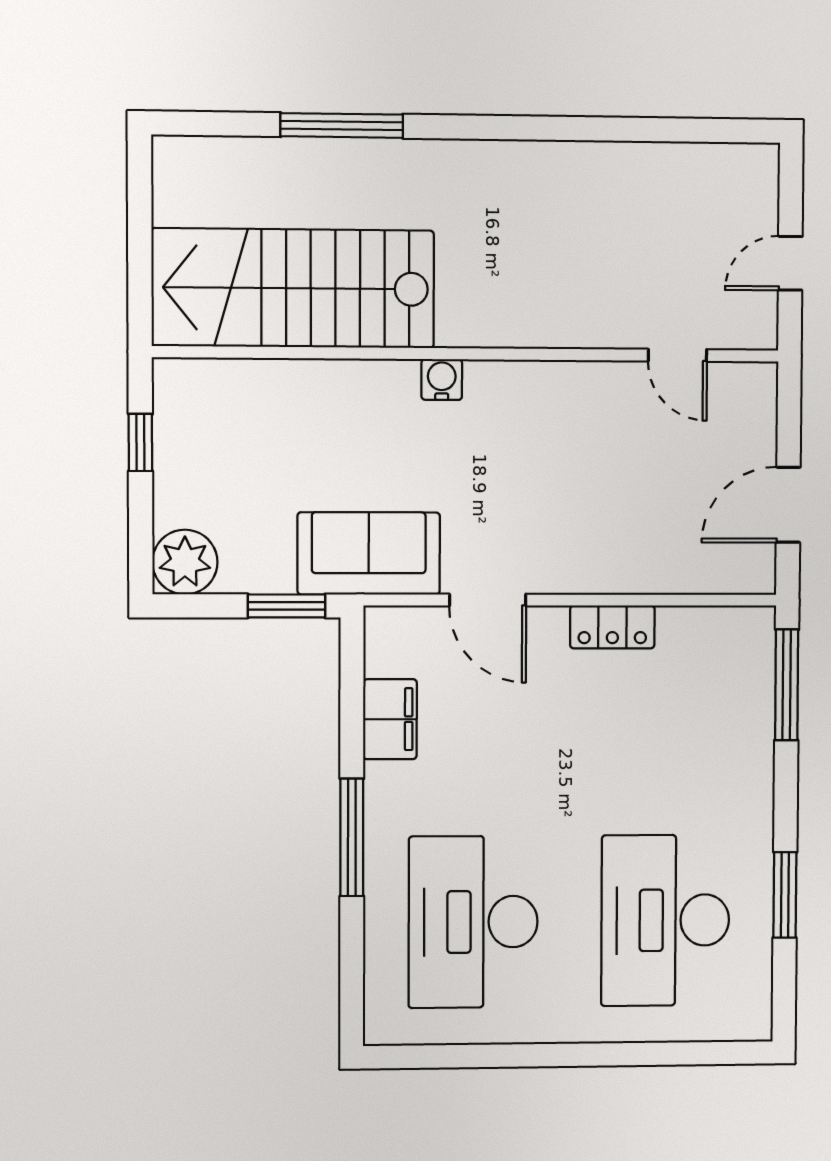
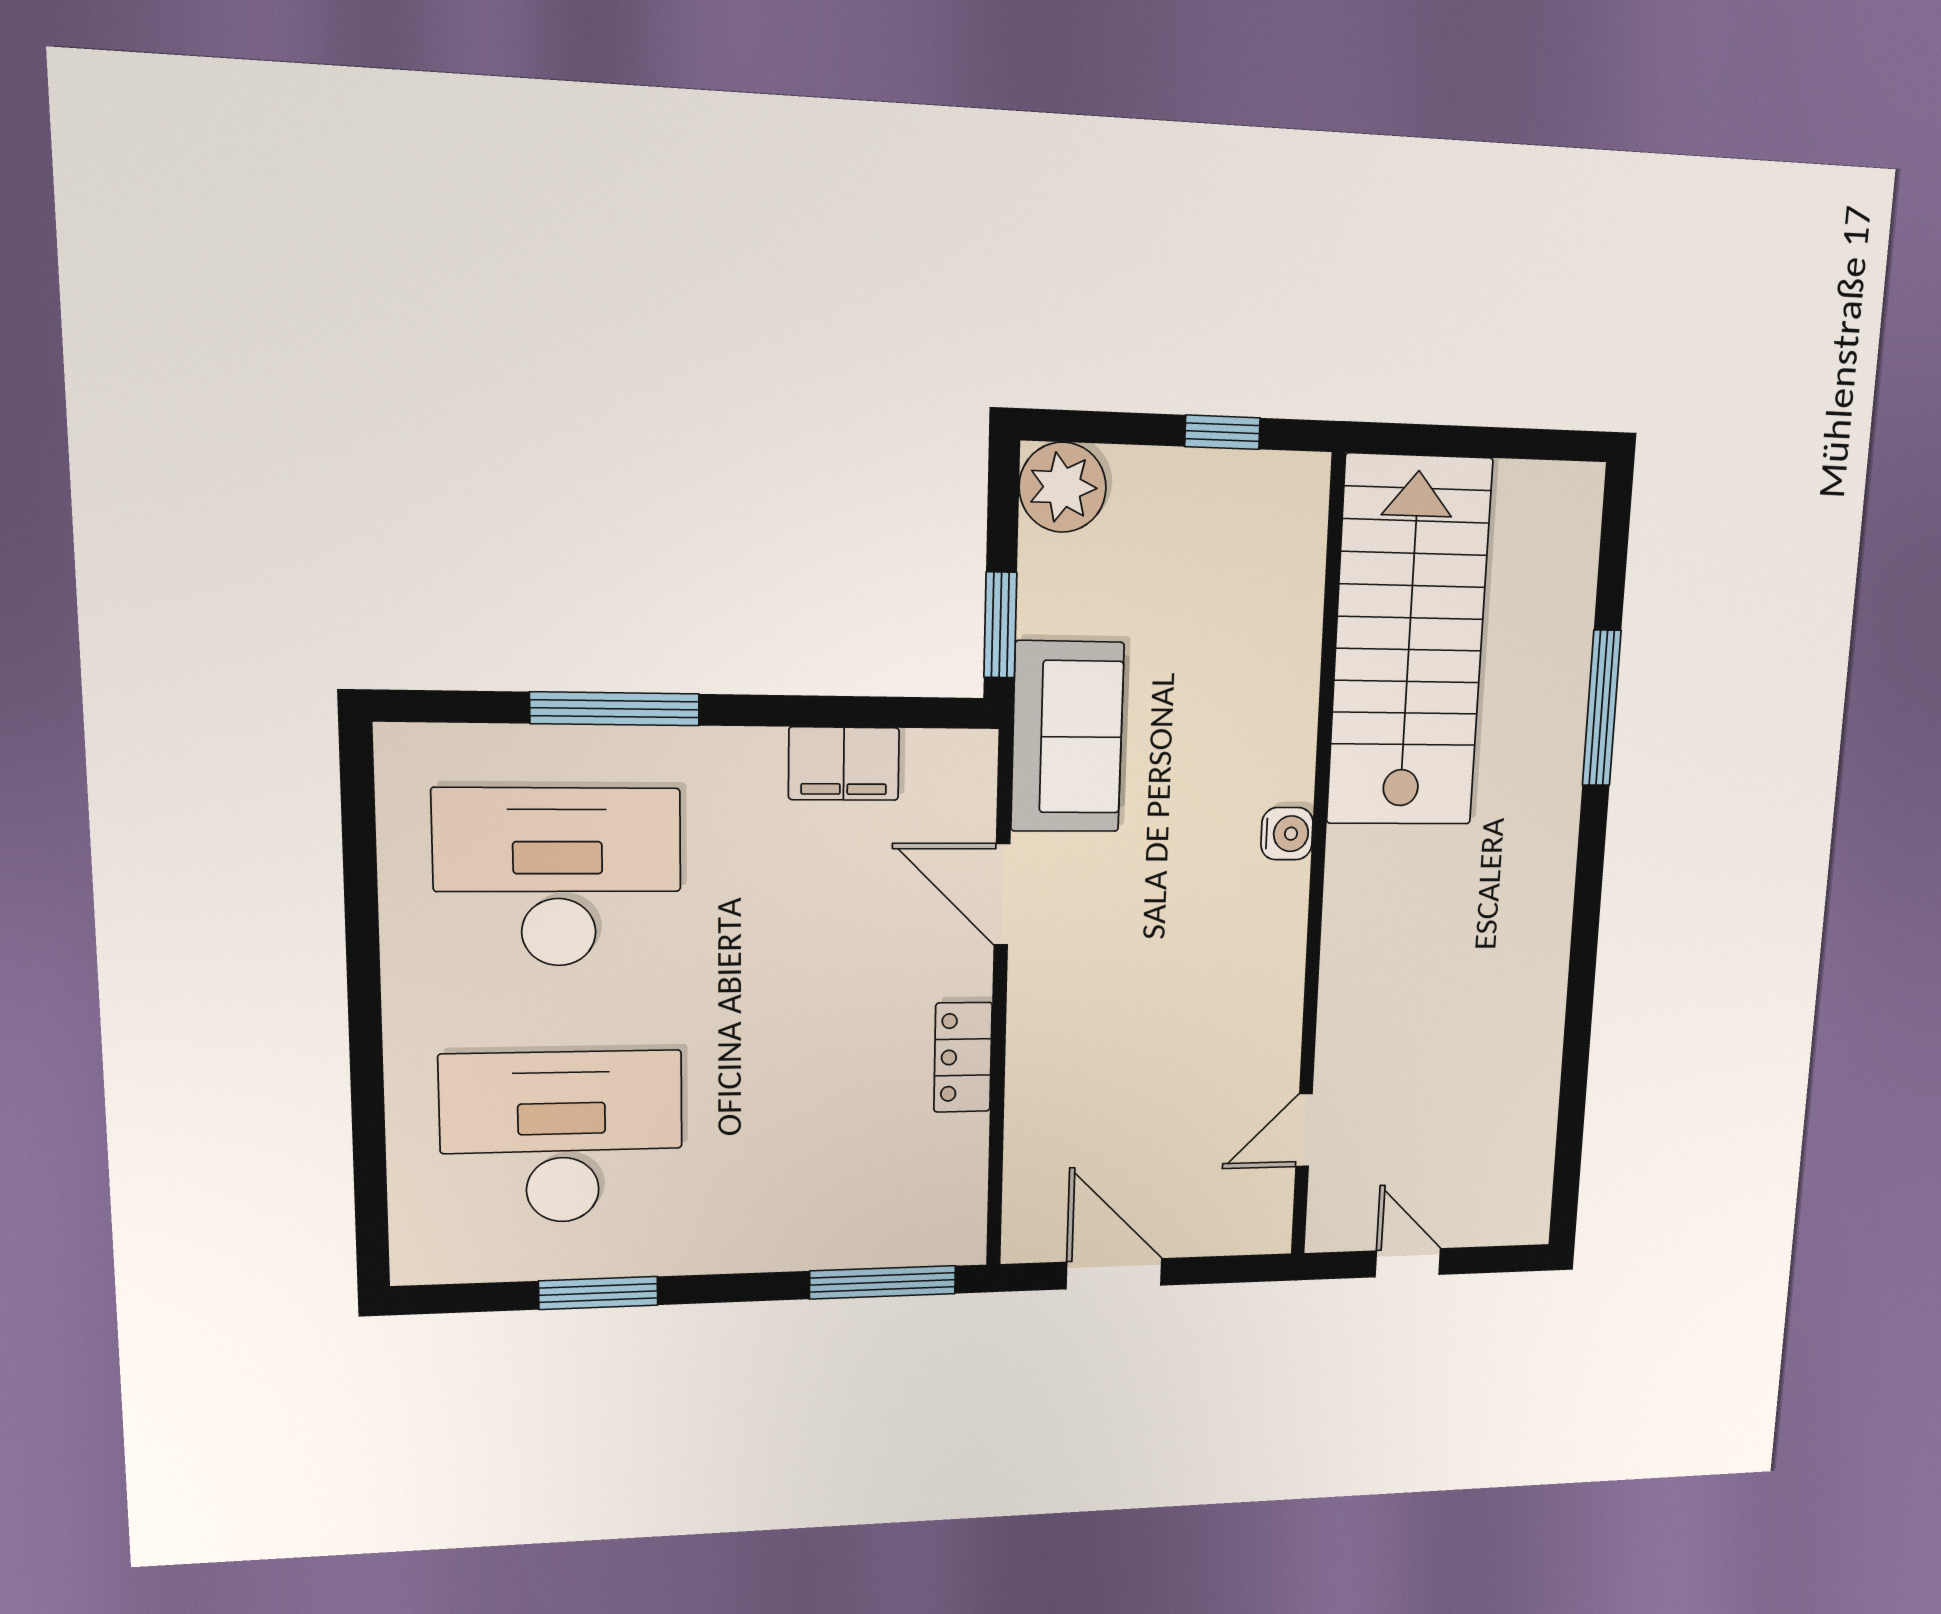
door: (488, 600) -> (1002, 894), hinge flipped
window: (352, 837) -> (615, 709), moved

